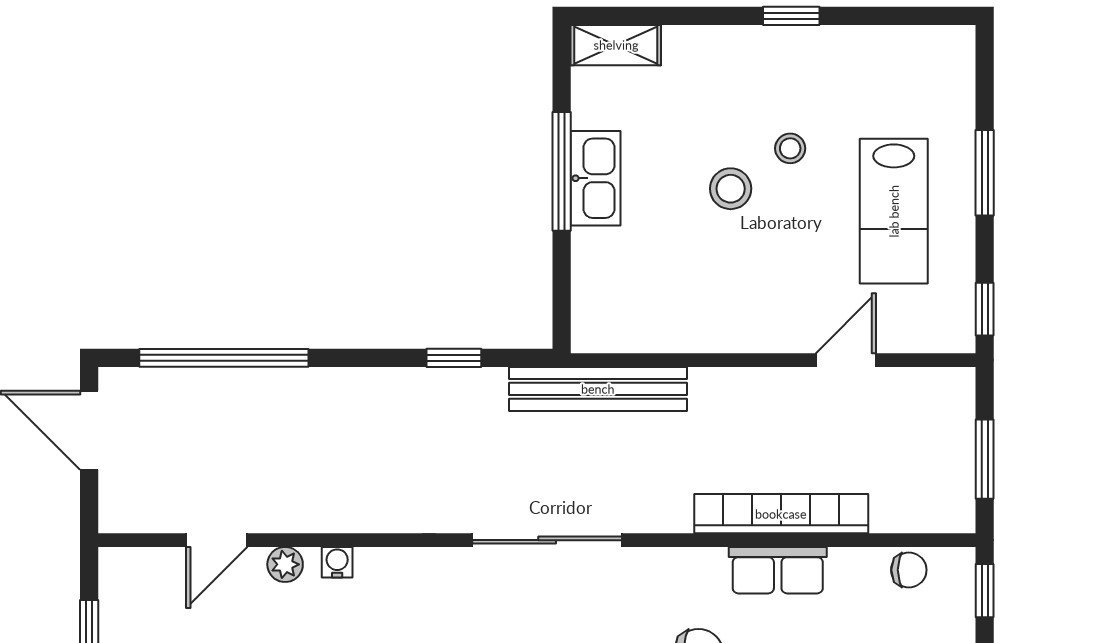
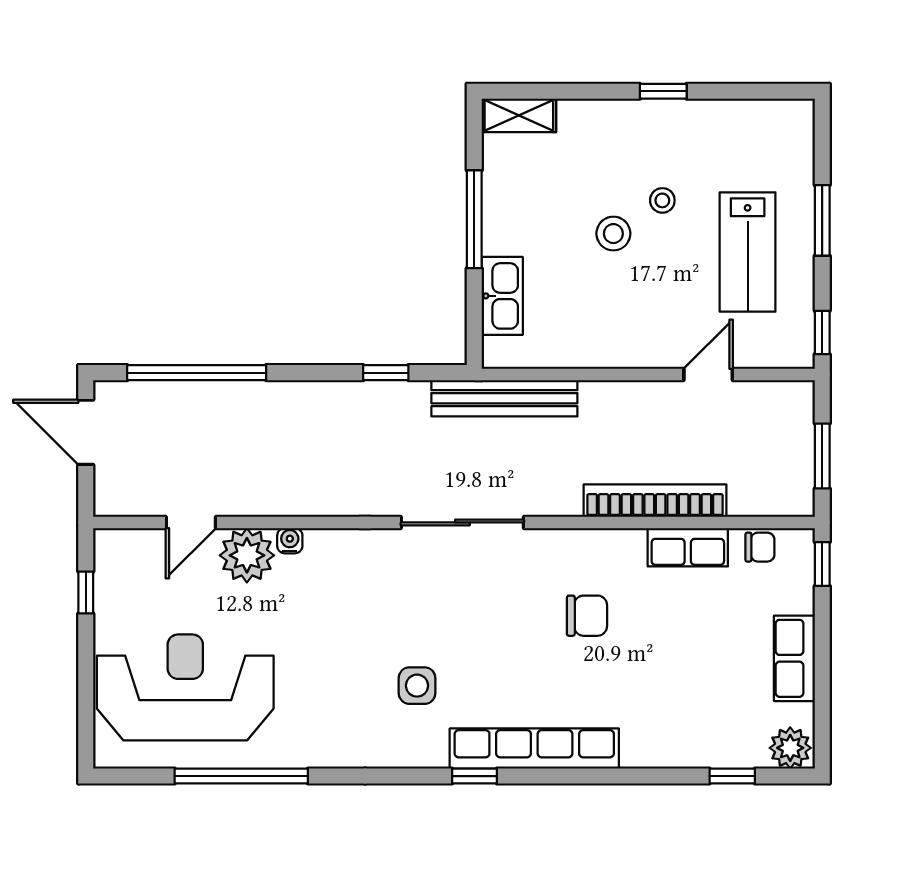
kitchen sink: (596, 178) -> (502, 296), moved
plant: (285, 564) -> (247, 555), width x1.88, depth x1.88
row of seats: (778, 570) -> (688, 547), moved

